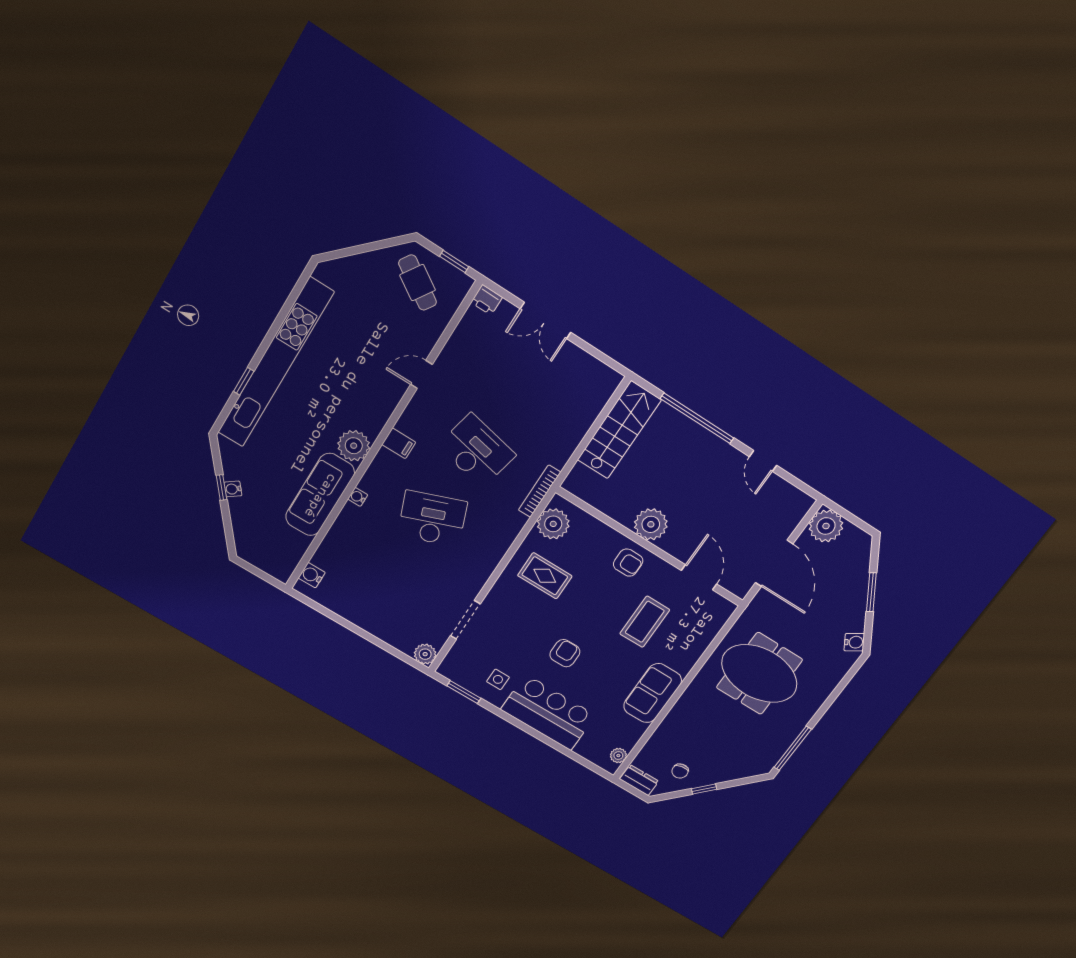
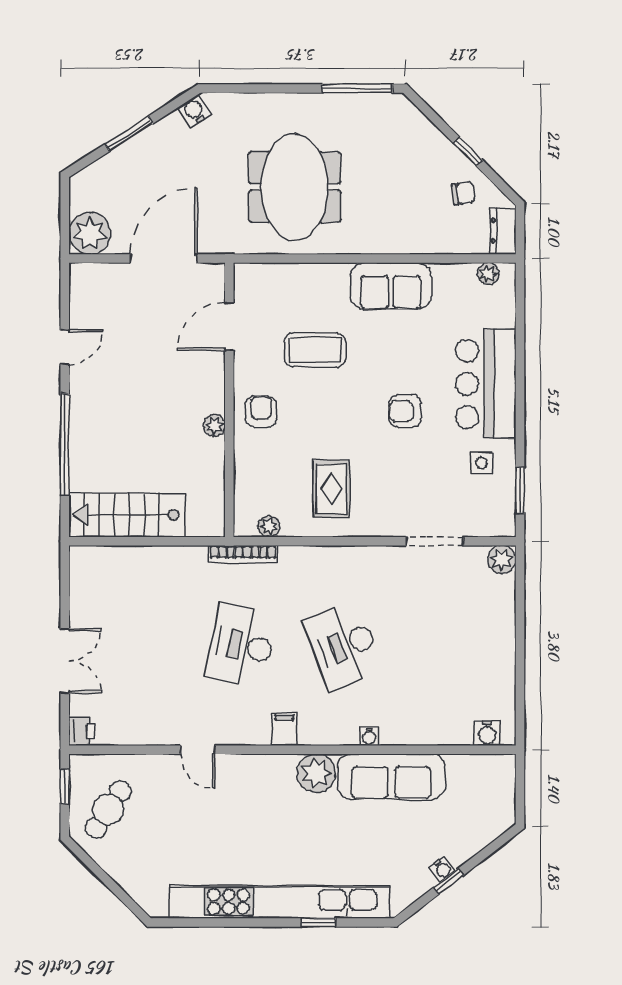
plant: (553, 524) -> (269, 526), width x0.53, depth x0.53
plant: (651, 524) -> (214, 426), width x0.53, depth x0.53

